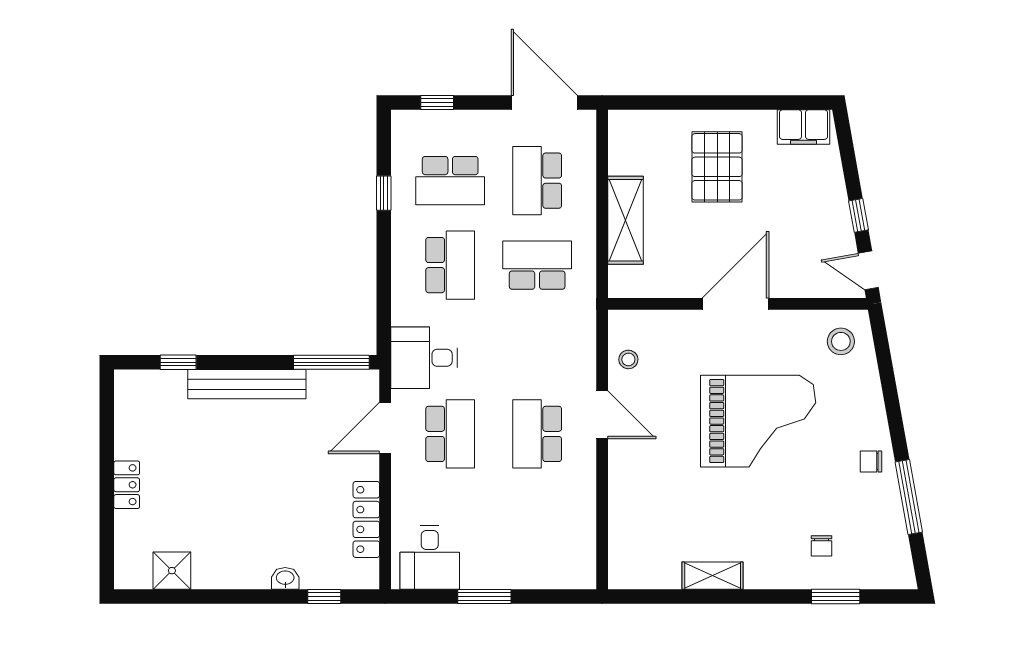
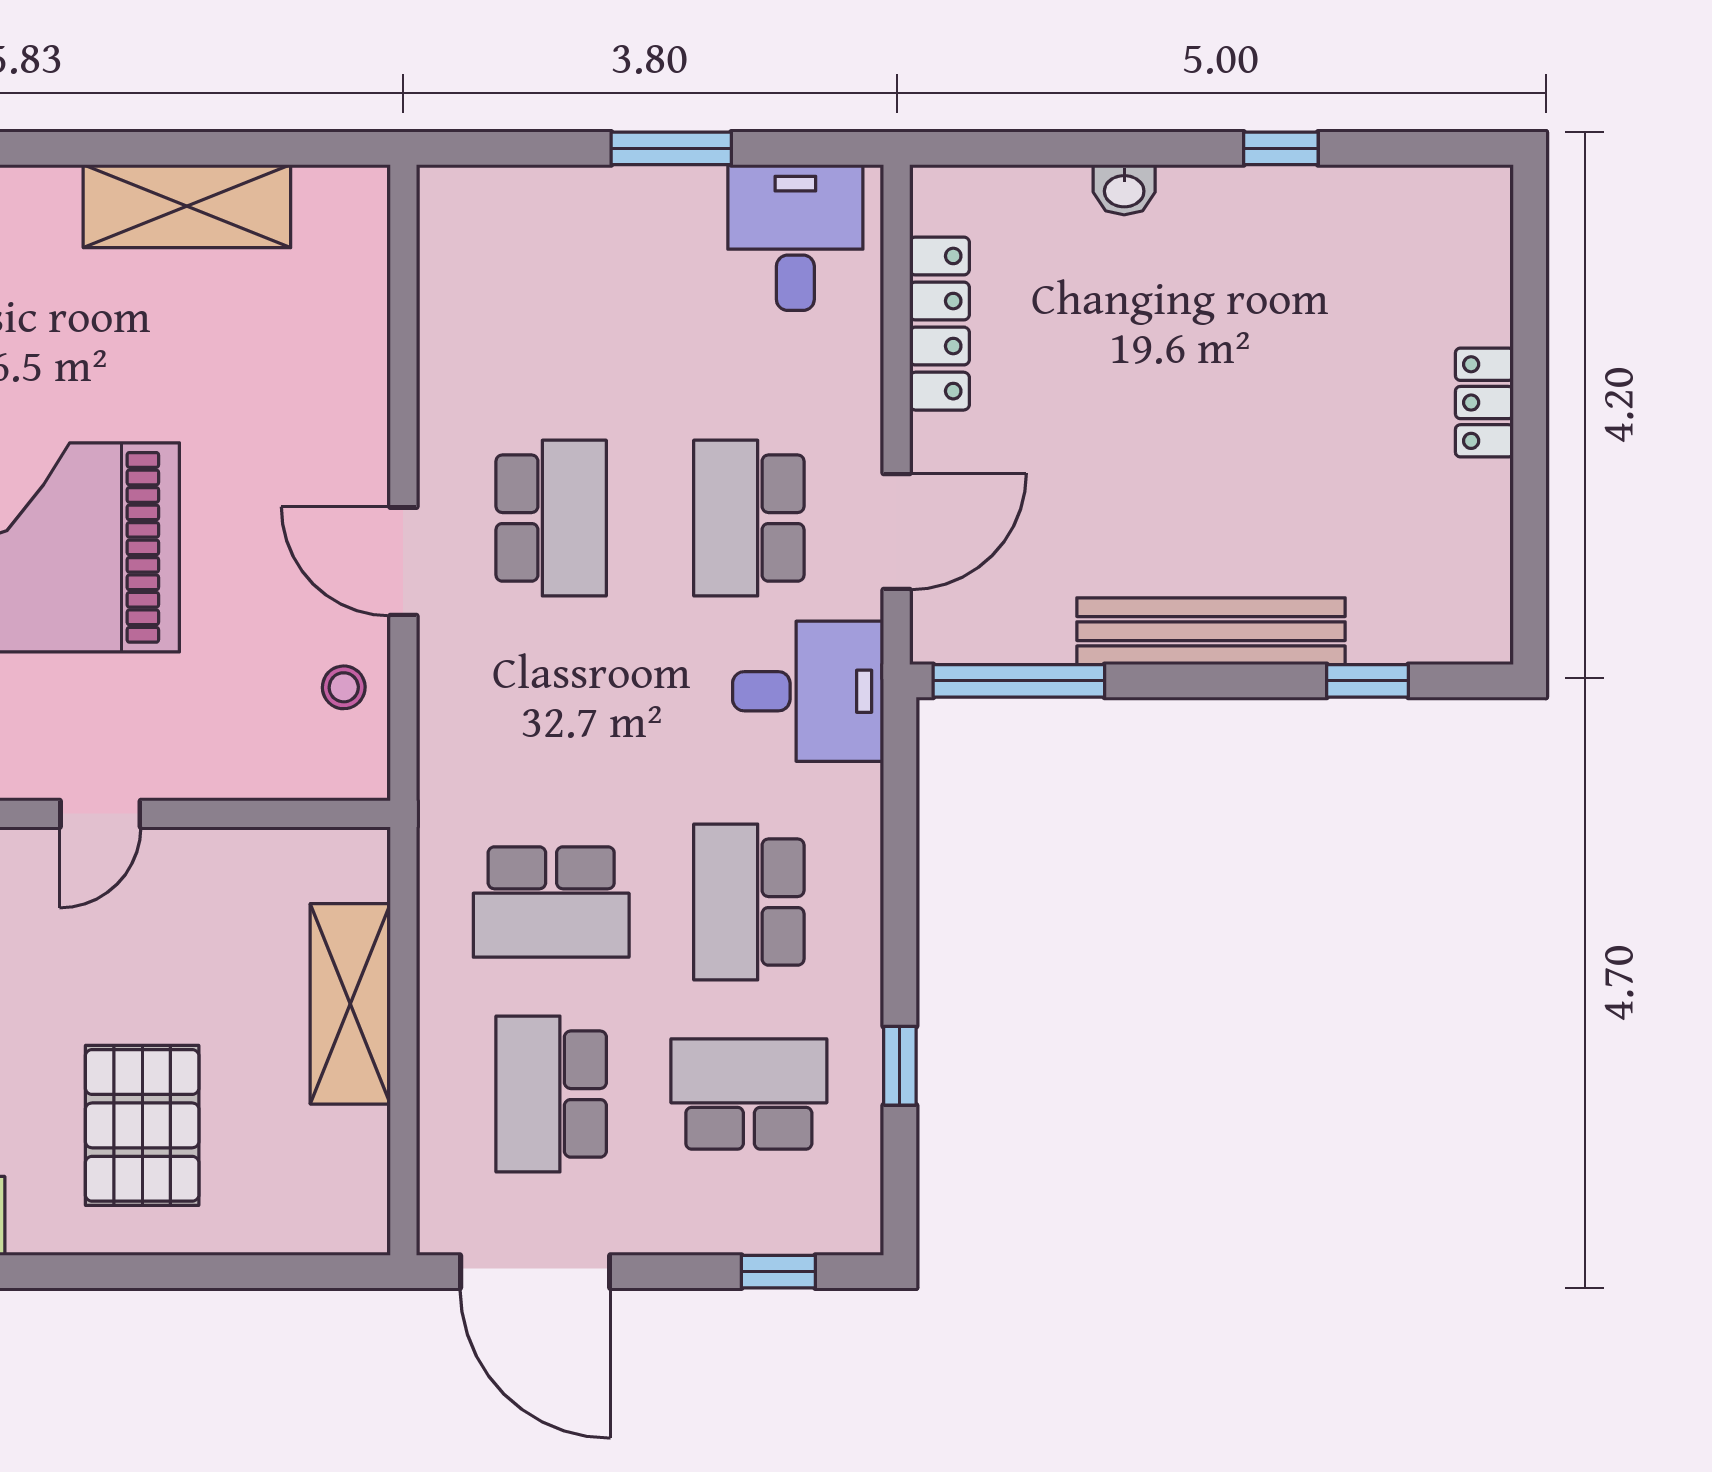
school desk: (537, 181) -> (551, 1094), turned 180
door: (735, 304) -> (100, 814), width x0.53
shower: (172, 571) -> (1382, 207), removed
shelving: (713, 576) -> (187, 206), width x1.50, depth x1.33
window: (324, 596) -> (1281, 148), moved

